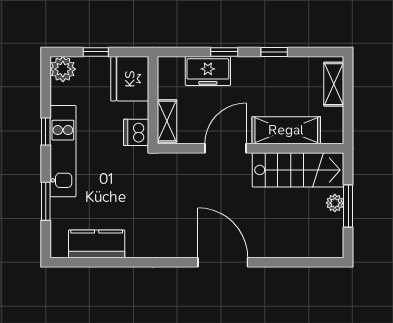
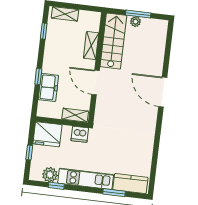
window: (274, 52) -> (44, 31), moved
plant: (63, 69) -> (50, 175), moved
shelving: (286, 130) -> (91, 46), width x0.67, depth x0.75
window: (46, 131) -> (56, 186), moved
kitchen counter: (97, 244) -> (130, 184), moved, turned 90
door: (223, 262) -> (163, 92), hinge flipped

